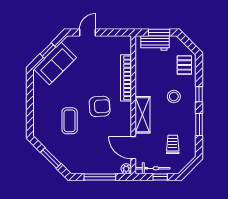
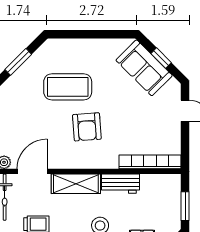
workbench: (155, 43) -> (120, 184), moved, turned -90
bookcase: (126, 78) -> (150, 162), moved
coffee table: (70, 121) -> (68, 87), width x1.36, depth x1.32

